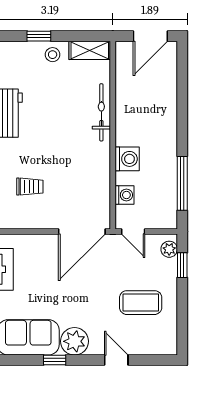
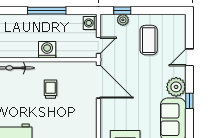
window: (182, 183) -> (47, 11), moved
trolley: (30, 187) -> (51, 89), moved
washing machine: (125, 195) -> (90, 23), moved, turned -90
plant: (169, 249) -> (123, 20), moved

